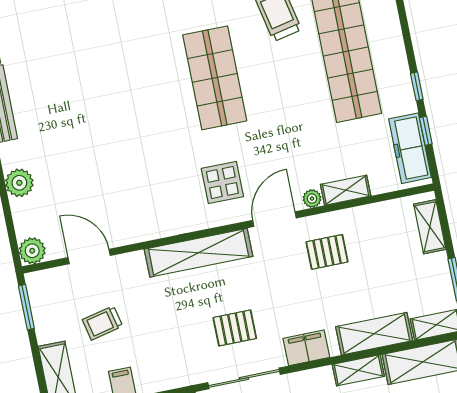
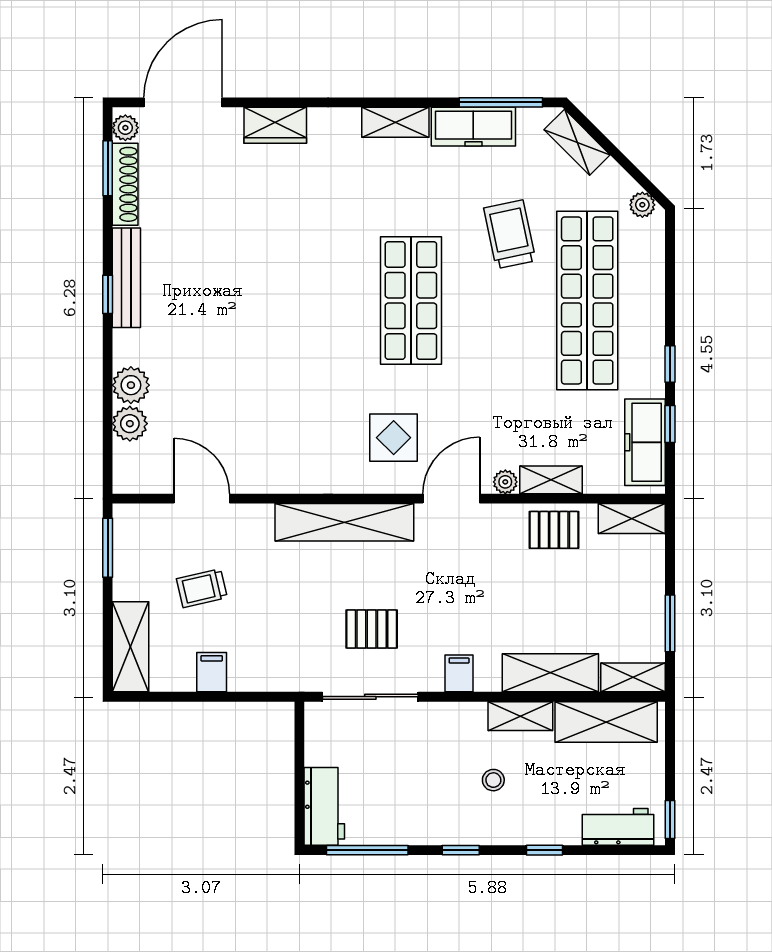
shelving: (430, 227) -> (632, 518), moved, turned 90
plant: (32, 251) -> (130, 424), moved
pallet: (327, 252) -> (554, 530), moved
filing cabinet: (306, 348) -> (459, 673), width x0.50

